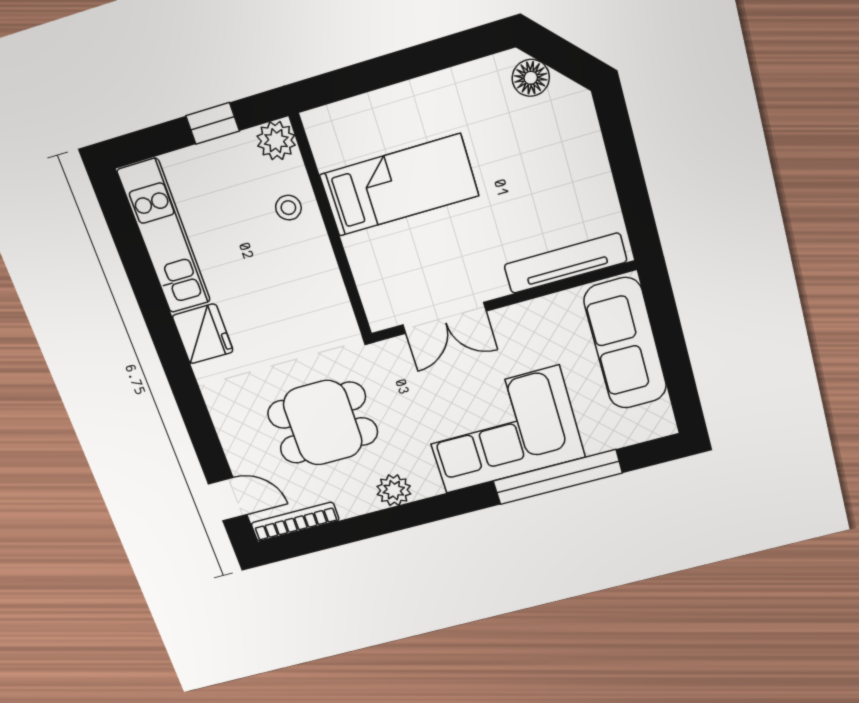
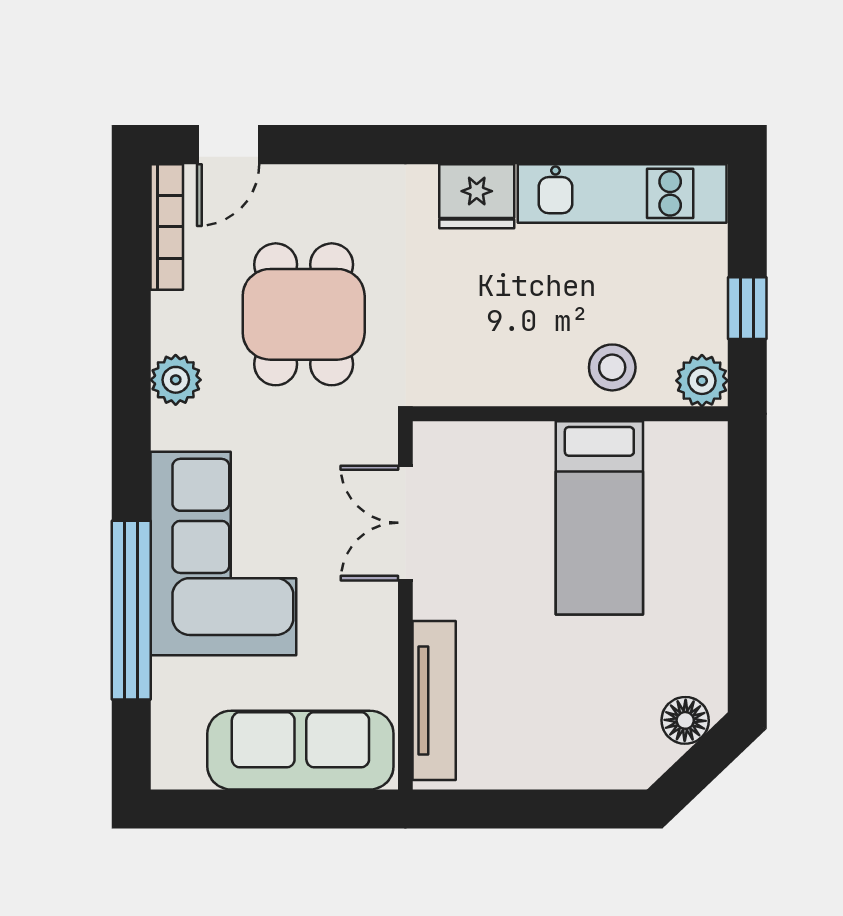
stool: (288, 208) -> (612, 367), width x1.37, depth x1.37

